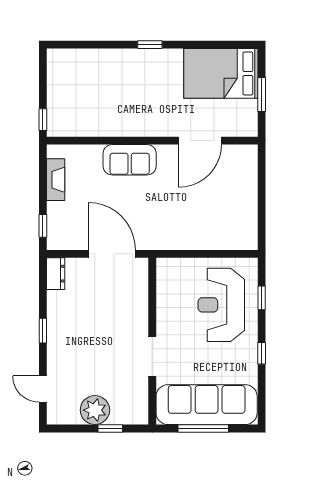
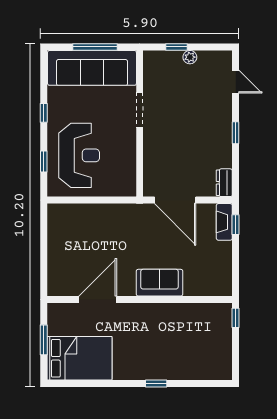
window: (150, 45) -> (156, 384), moved
fireplace: (56, 180) -> (224, 222), moved
plant: (95, 410) -> (190, 57), width x0.53, depth x0.53

